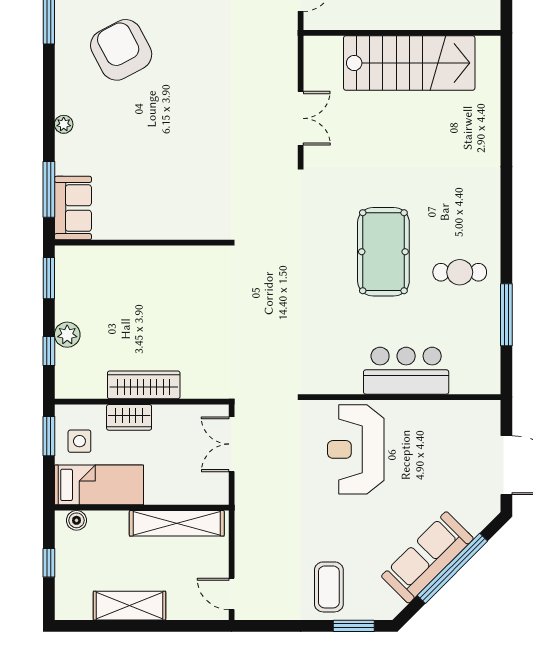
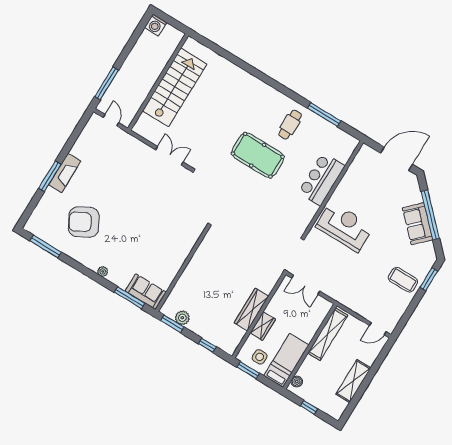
plant: (67, 335) -> (182, 318), moved
reception desk: (356, 449) -> (345, 227), turned 180
sofa: (427, 557) -> (418, 224), width x0.73

